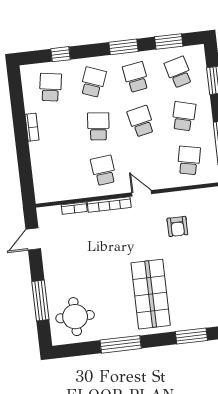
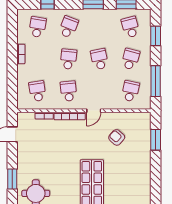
school desk: (136, 77) -> (37, 91), moved
door: (142, 193) -> (94, 111), swing flipped
armchair: (177, 226) -> (117, 137), turned 132
window: (40, 300) -> (12, 179), width x0.69

